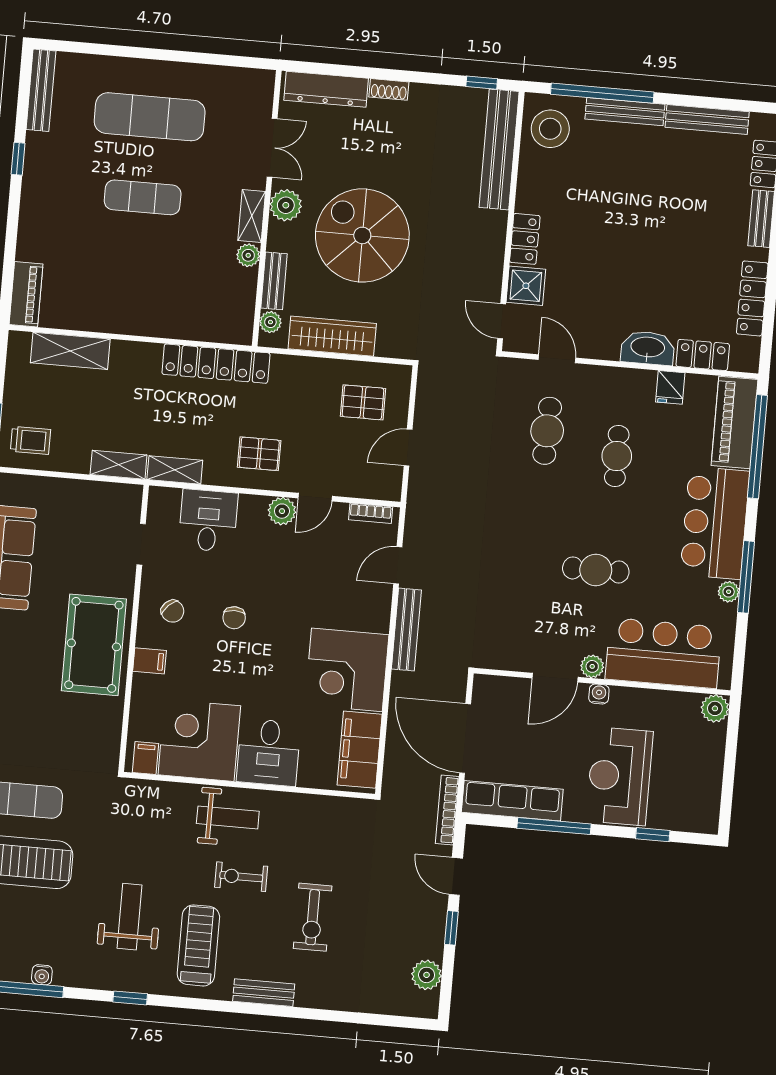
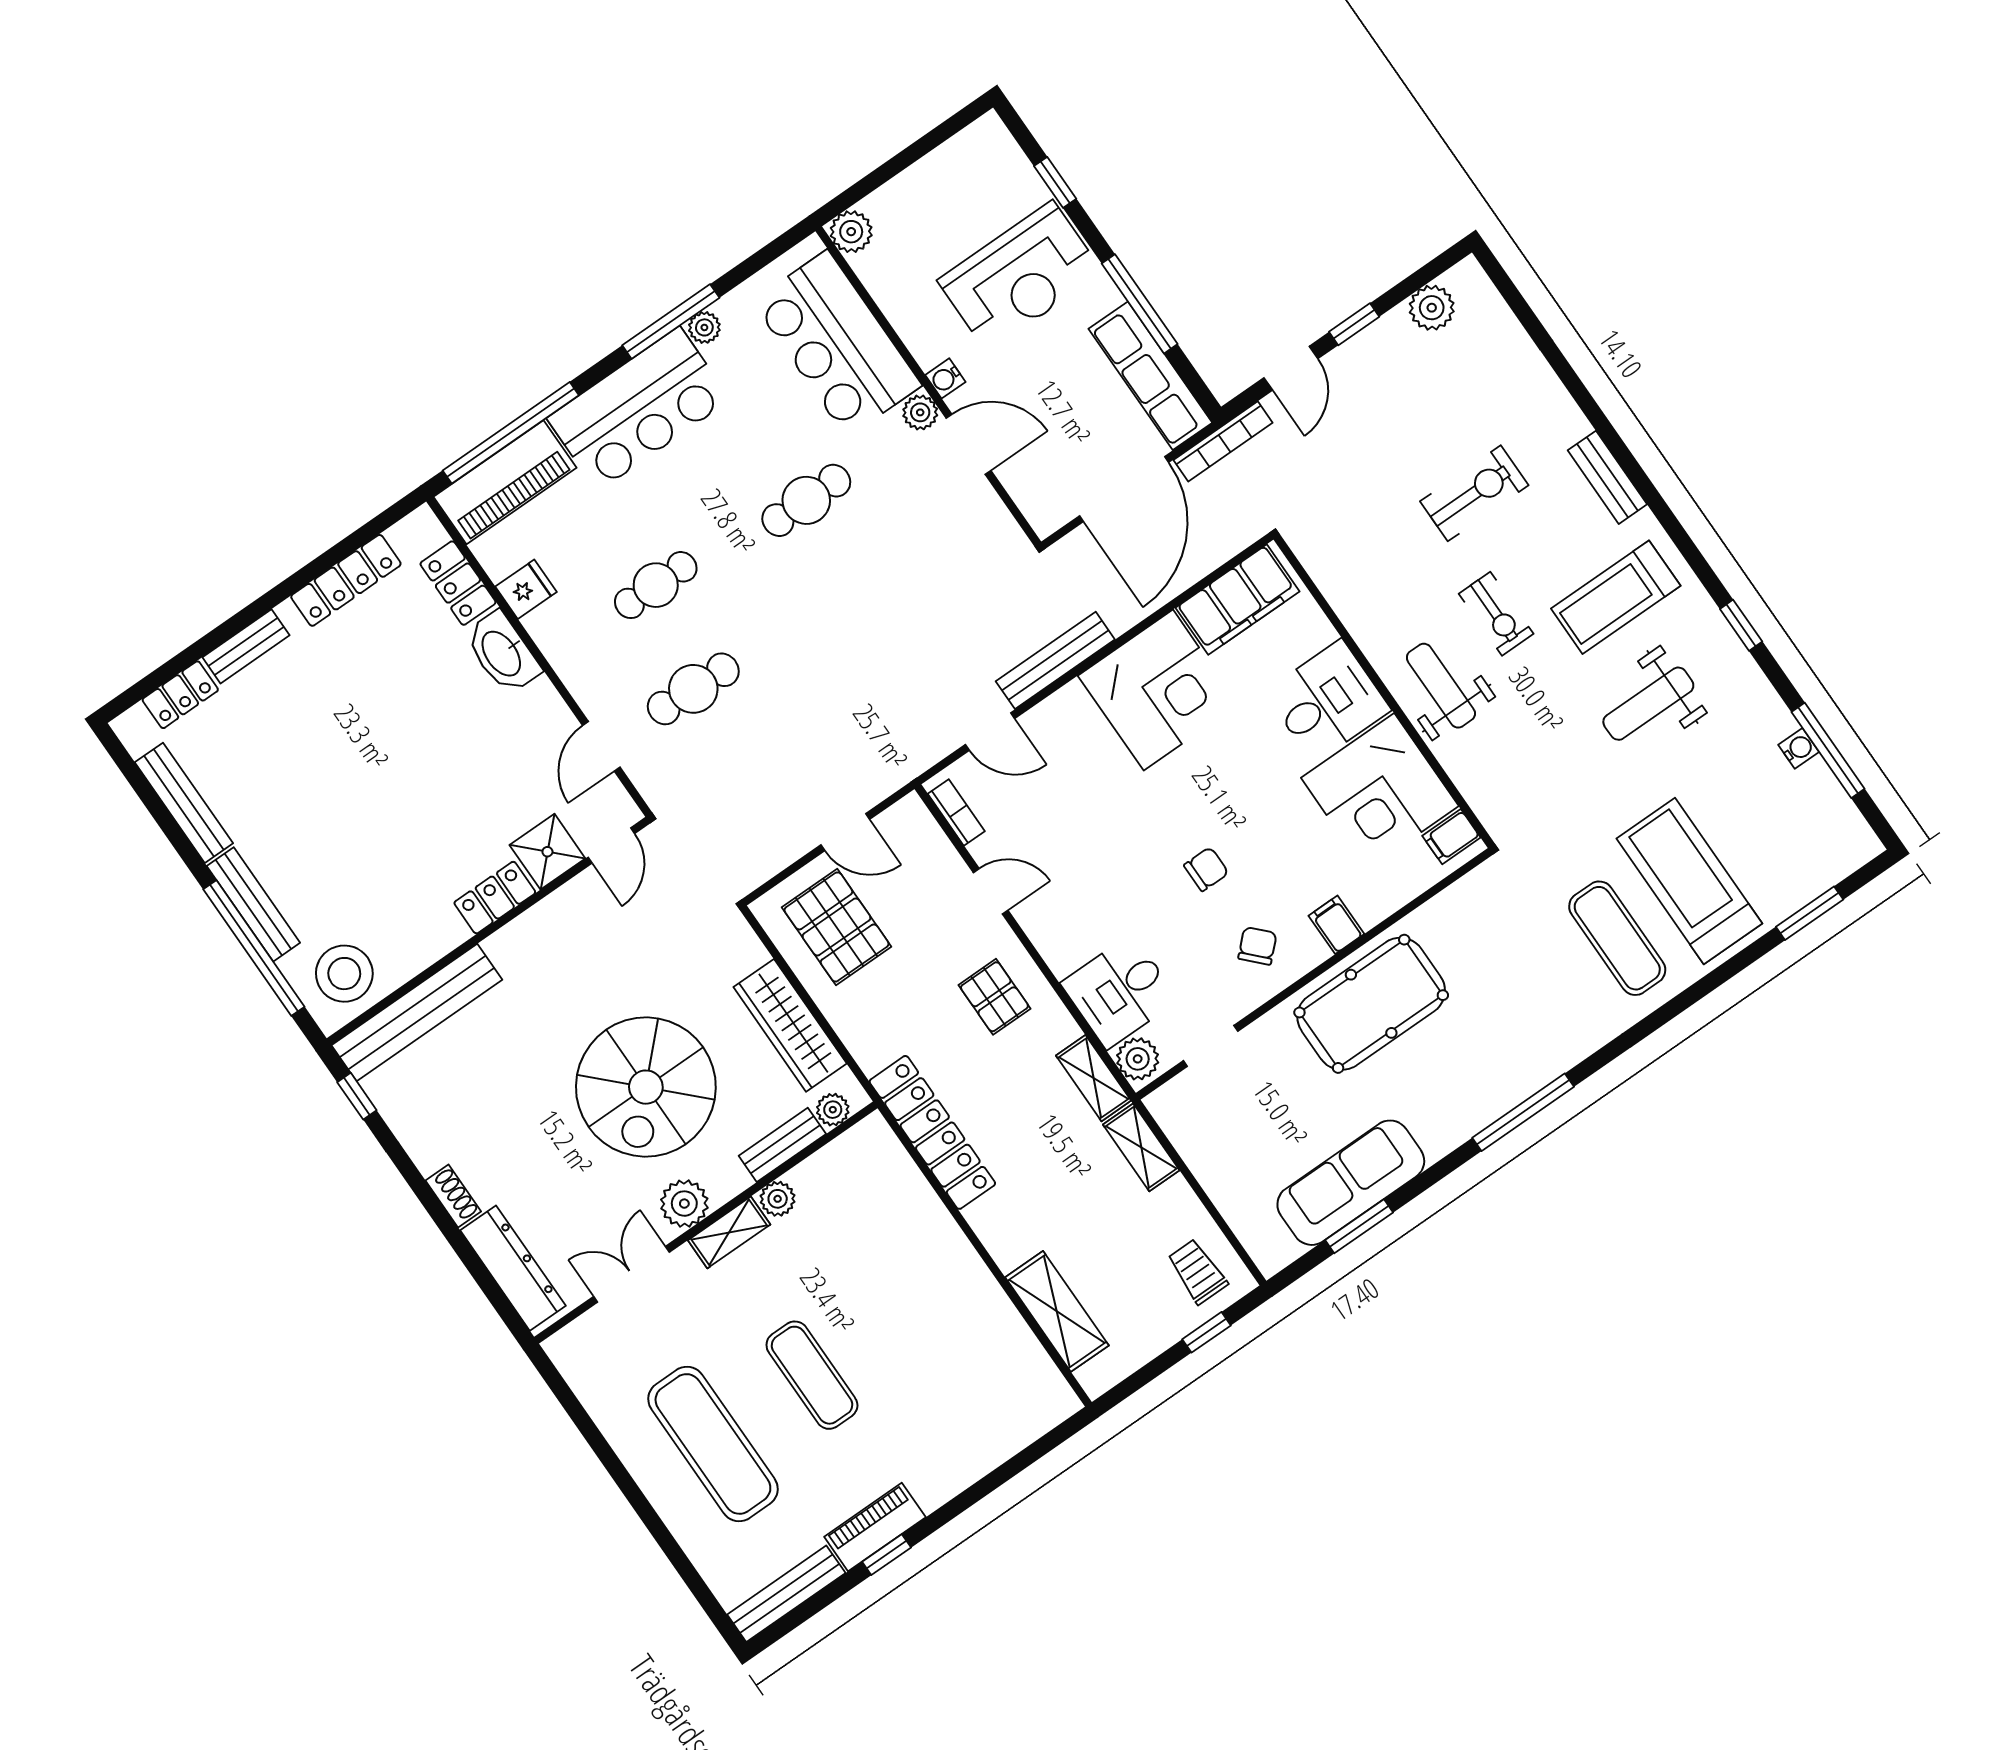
piano: (26, 294) -> (875, 1527), moved
pallet: (363, 402) -> (837, 927), width x1.50, depth x1.42
plant: (282, 511) -> (1138, 1059), moved
cafe table: (596, 570) -> (806, 500), turned 90

